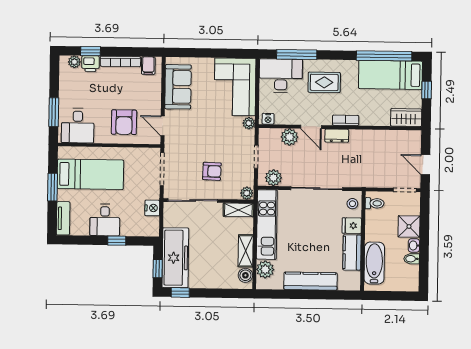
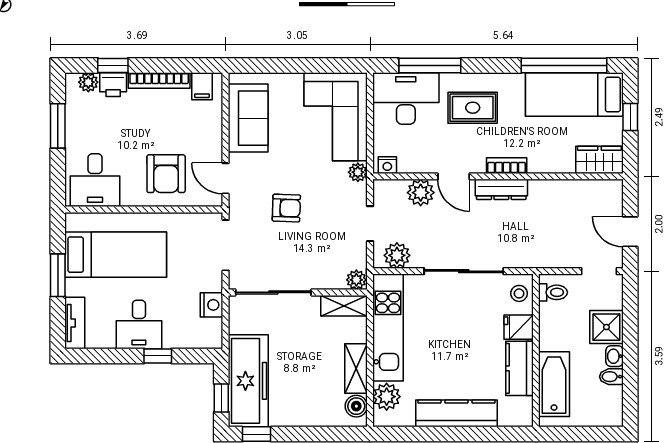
window: (54, 112) -> (58, 126), moved
dresser: (337, 136) -> (501, 189), width x1.44
armchair: (212, 171) -> (286, 208), moved

